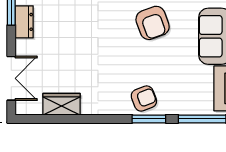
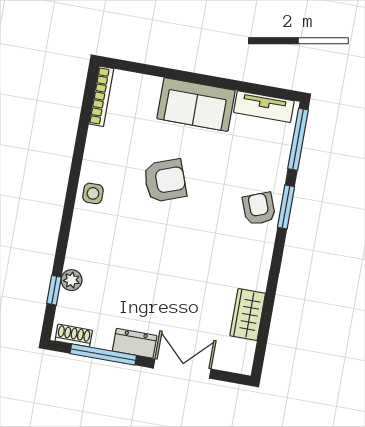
double door: (11, 78) -> (182, 369), moved

